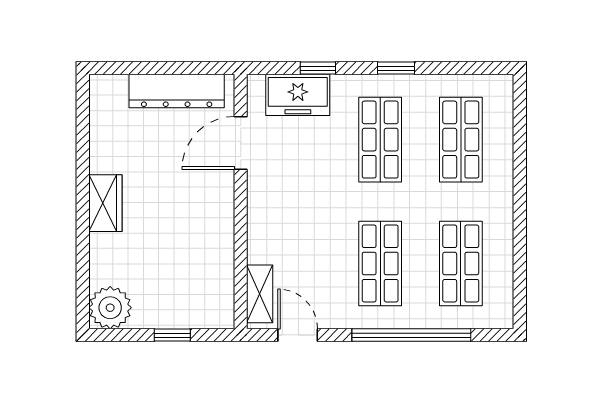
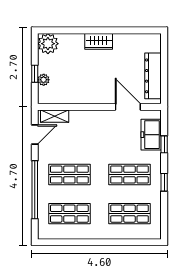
plant: (185, 317) -> (44, 80), added

